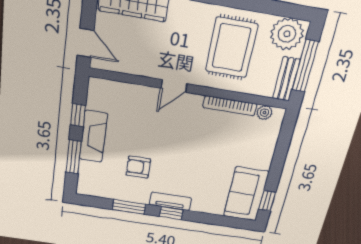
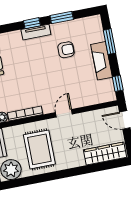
window: (78, 115) -> (118, 83), moved

